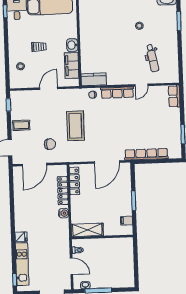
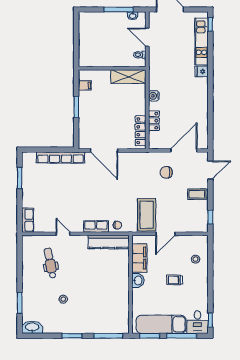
kitchen counter: (94, 79) -> (109, 242), width x1.50
door: (142, 85) -> (63, 234), hinge flipped
row of seats: (117, 92) -> (96, 227), width x0.68
coffee table: (76, 126) -> (147, 215), moved
door: (107, 162) -> (104, 150), swing flipped
locker: (63, 191) -> (154, 121), width x0.66

